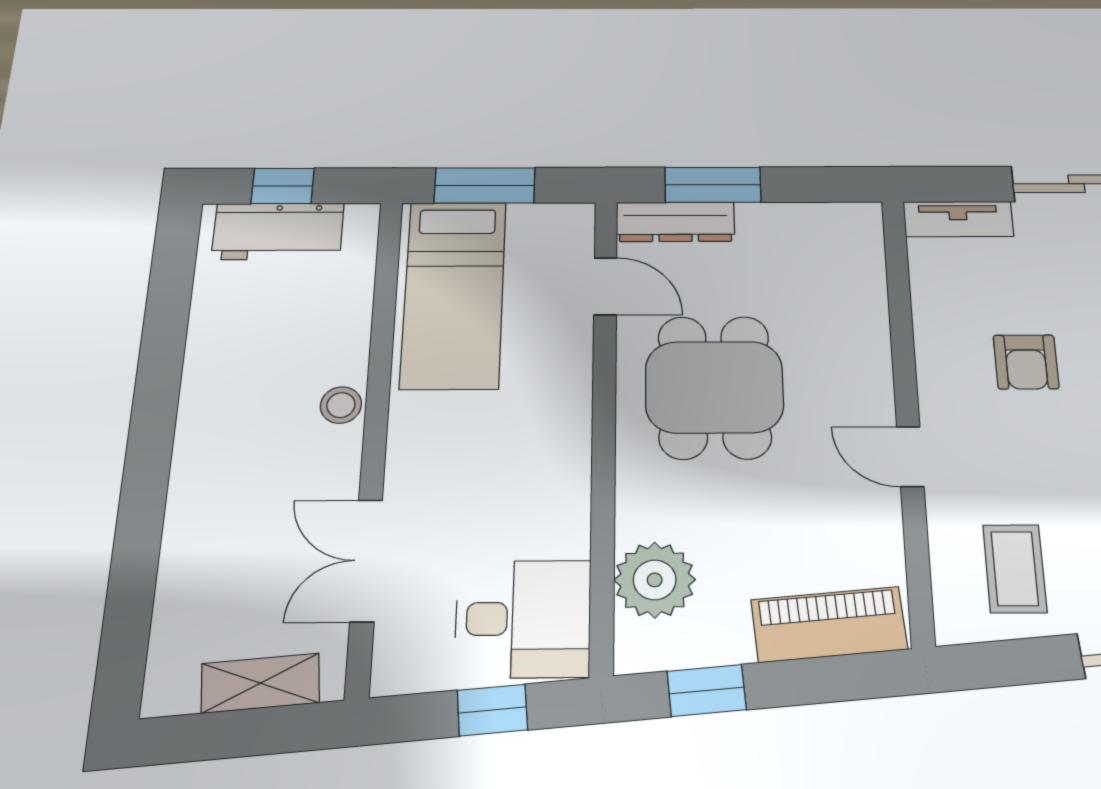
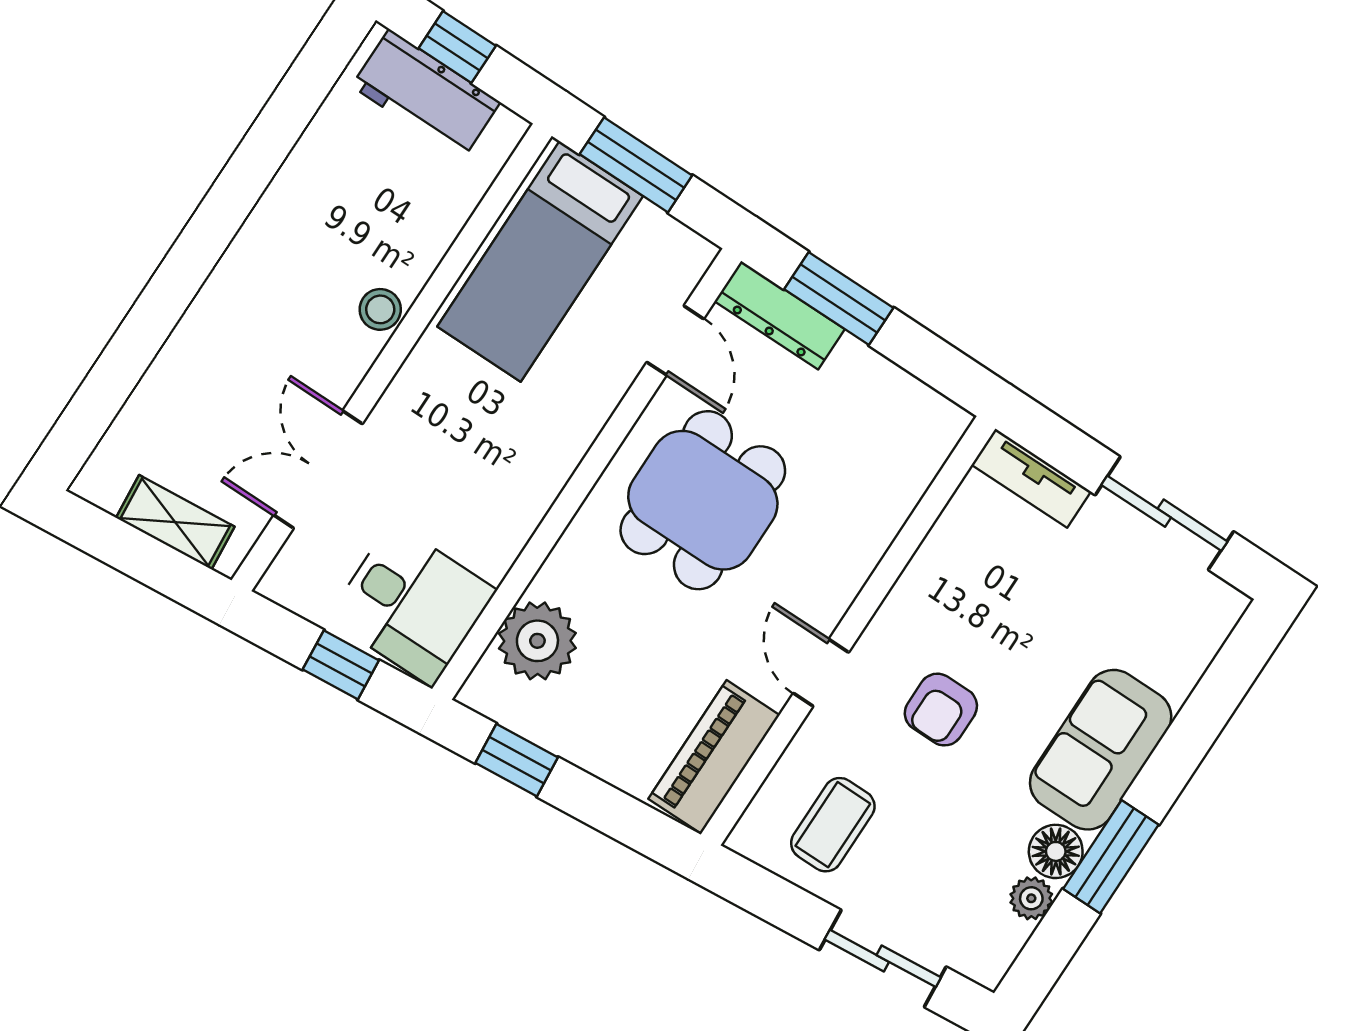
armchair: (1026, 362) -> (941, 710), moved
piano: (829, 624) -> (714, 757), moved, turned -85

